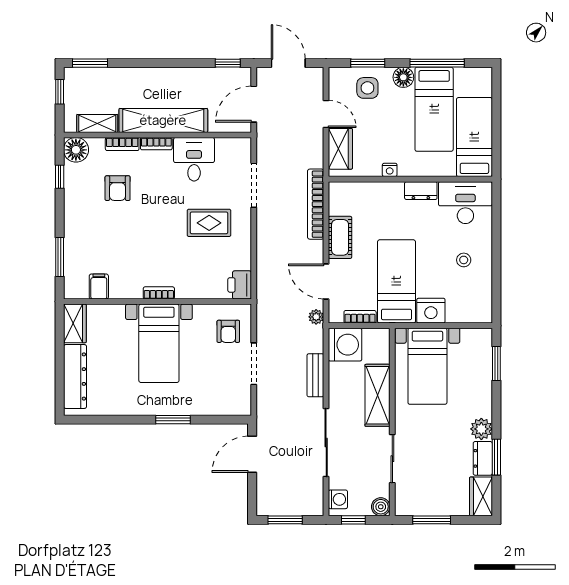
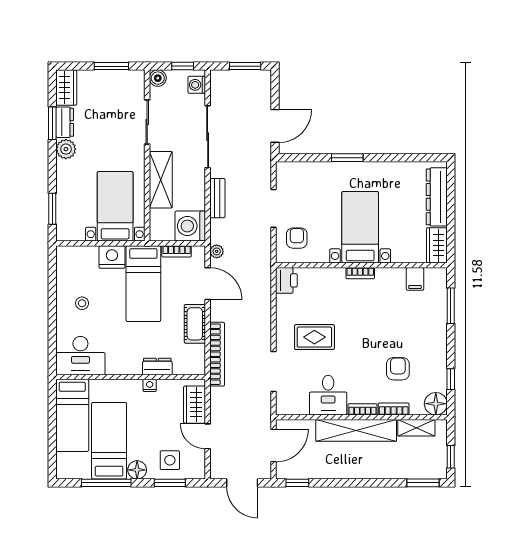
dresser: (421, 191) -> (157, 367), moved

